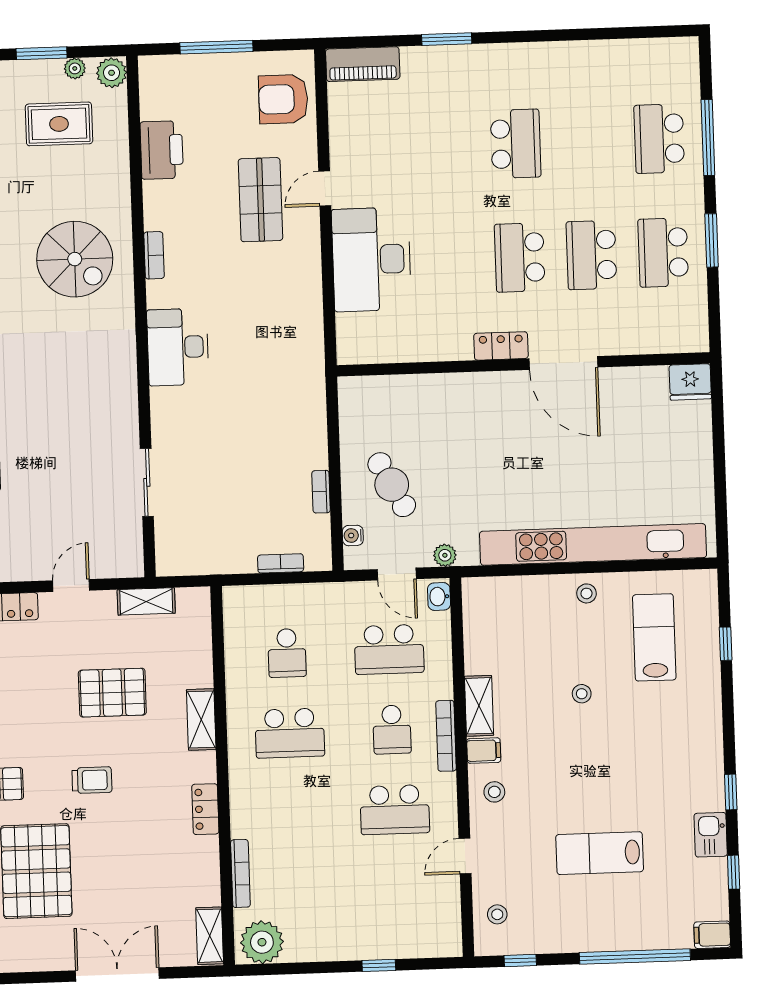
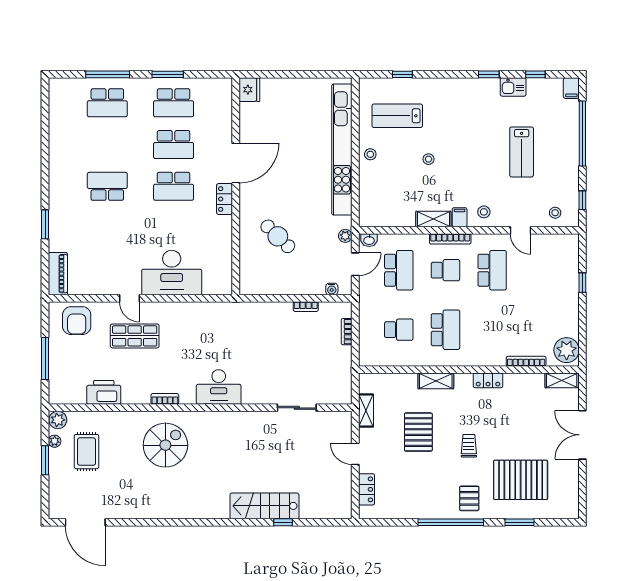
cafe table: (392, 485) -> (278, 236), moved, turned 72

